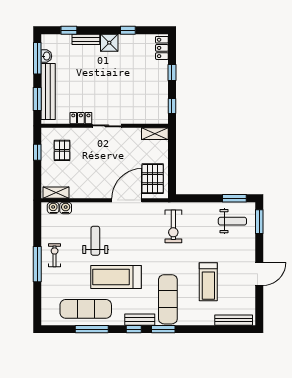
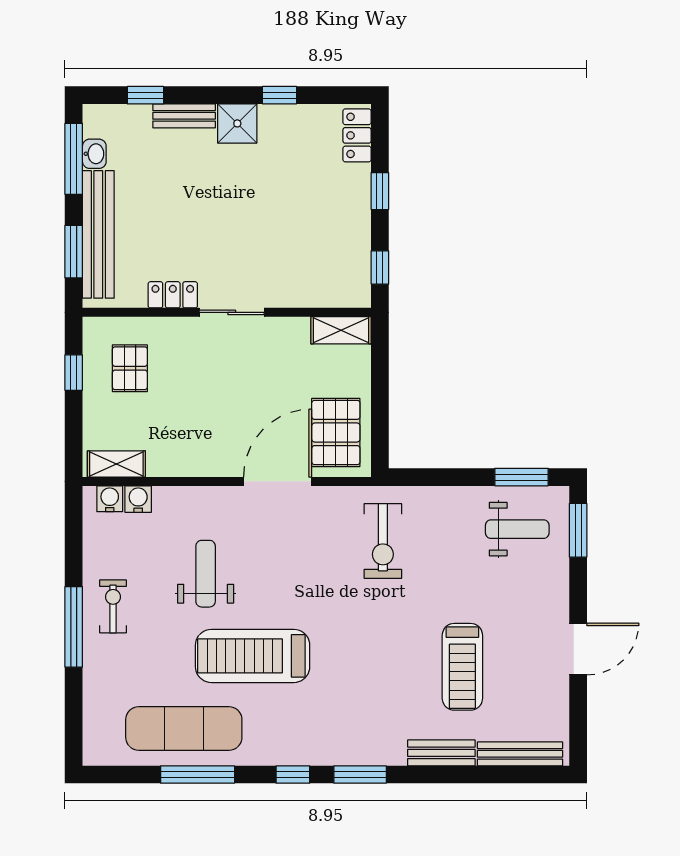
exercise mat: (168, 299) -> (371, 707), removed
bench: (140, 320) -> (441, 753), moved

